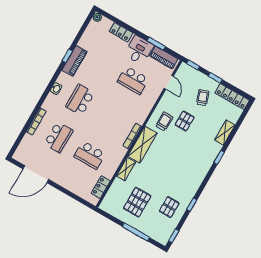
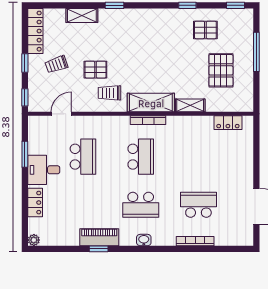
piano: (164, 57) -> (36, 136), removed
school desk: (90, 155) -> (141, 157), moved
pallet: (137, 202) -> (221, 70), turned 90

